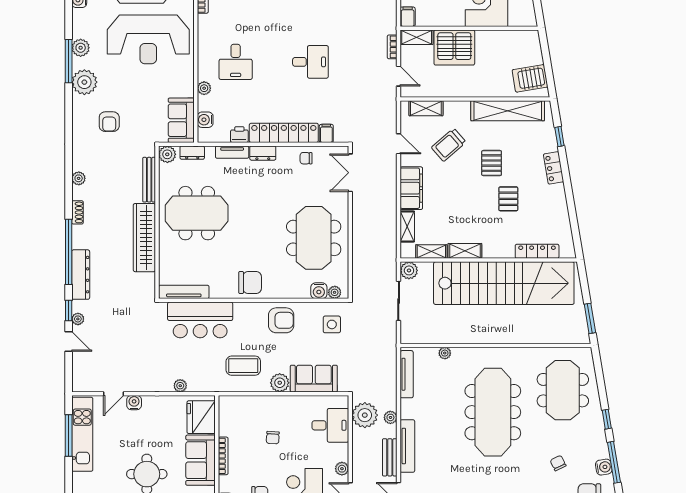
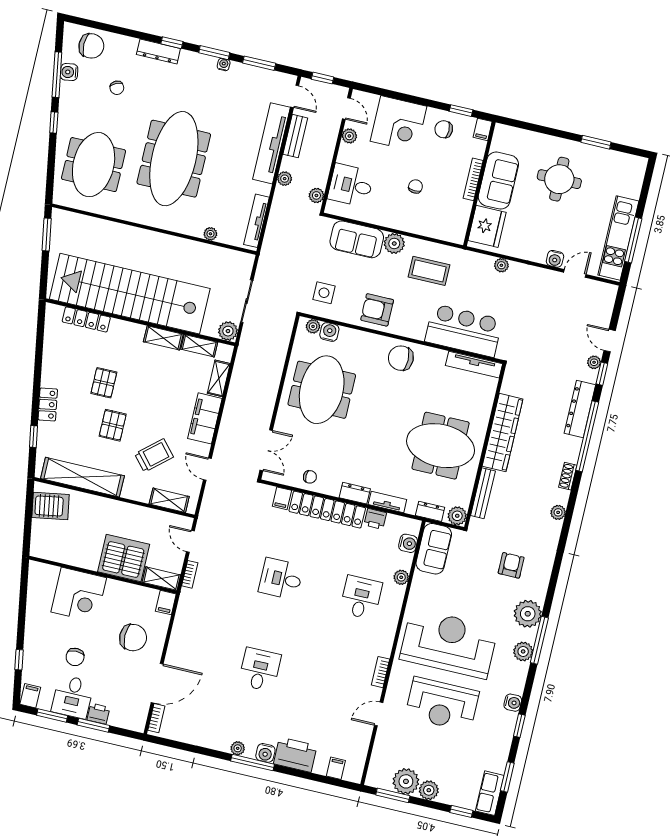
plant: (365, 415) -> (316, 195), width x0.53, depth x0.53
tv unit: (407, 446) -> (272, 143), width x1.36, depth x1.29

